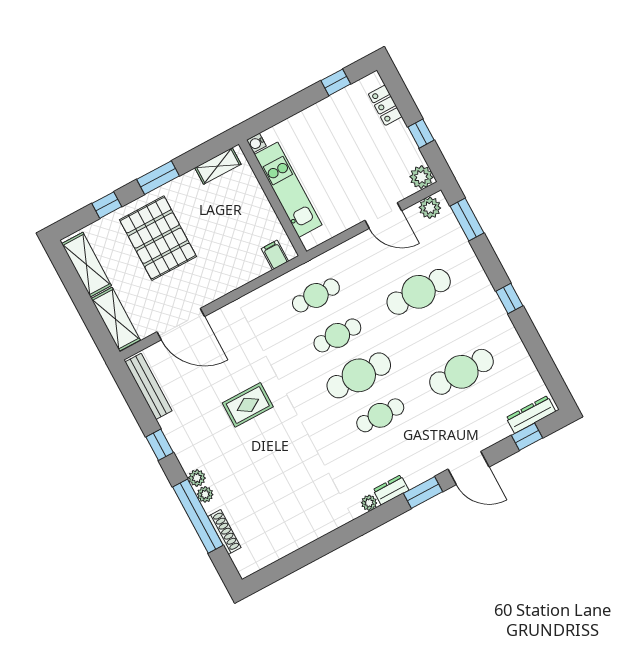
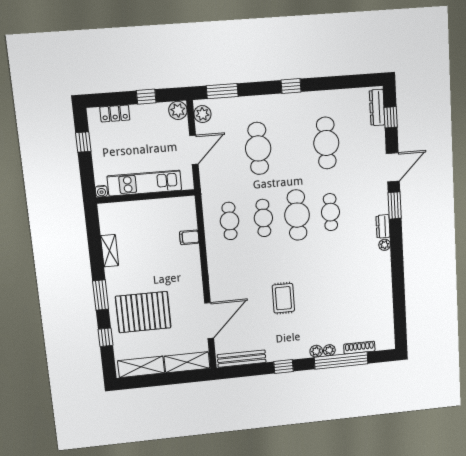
water cooler: (256, 143) -> (101, 191), moved
kitchen unit: (288, 190) -> (144, 183), moved
wall: (273, 198) -> (146, 196), moved

